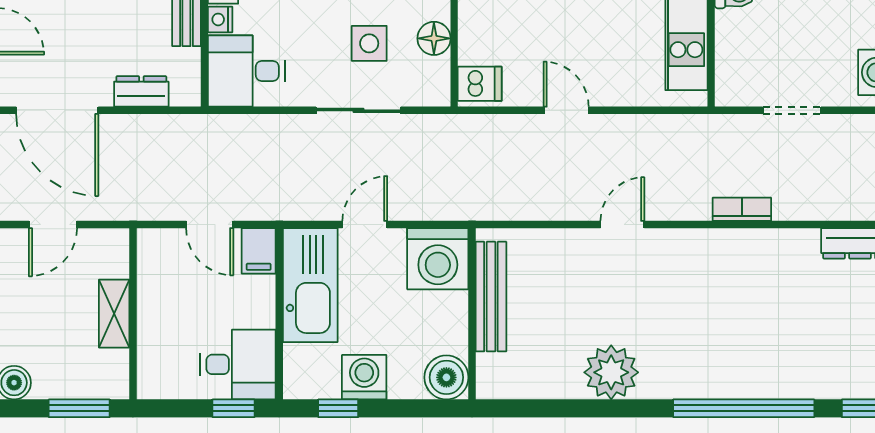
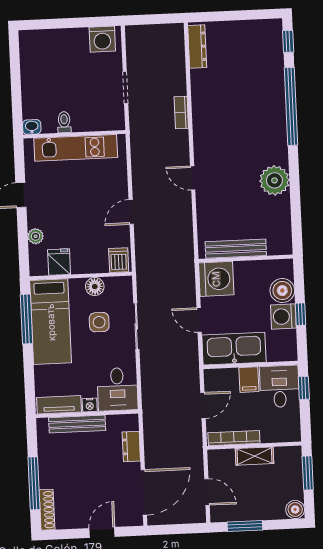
filing cabinet: (259, 251) -> (249, 380), moved, turned 90
bookcase: (148, 278) -> (234, 438), added
boiler: (446, 377) -> (282, 291), moved
window: (338, 408) -> (300, 314), moved

